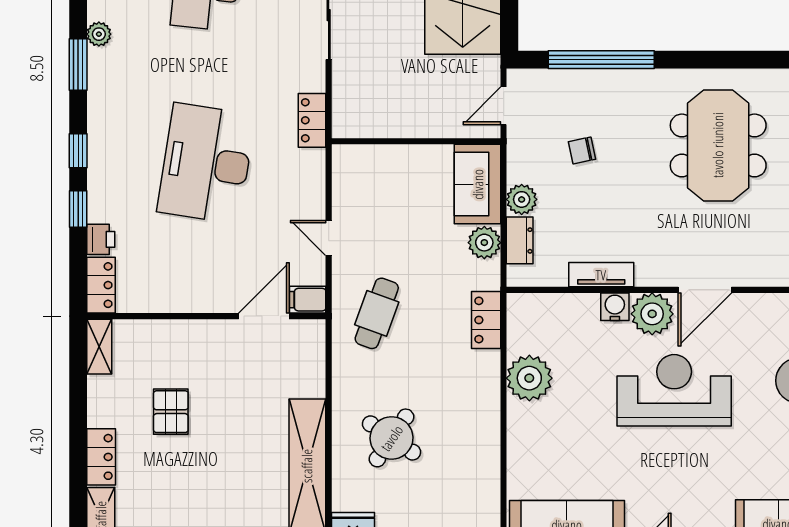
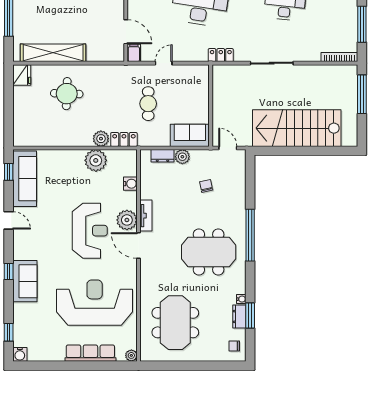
window: (601, 60) -> (250, 235), moved
plant: (484, 243) -> (101, 139), moved
tv unit: (601, 275) -> (146, 216), moved
water cooler: (615, 307) -> (130, 184), moved
cafe table: (377, 313) -> (148, 104), moved, turned 70
round table: (392, 438) -> (67, 94), turned -32

